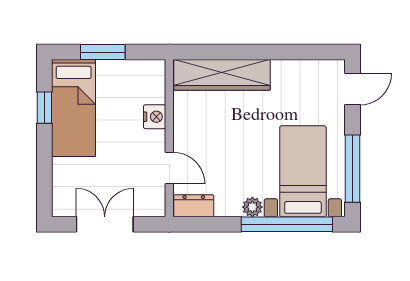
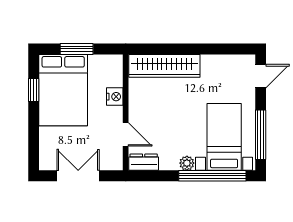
bed: (74, 108) -> (63, 90), width x1.50

